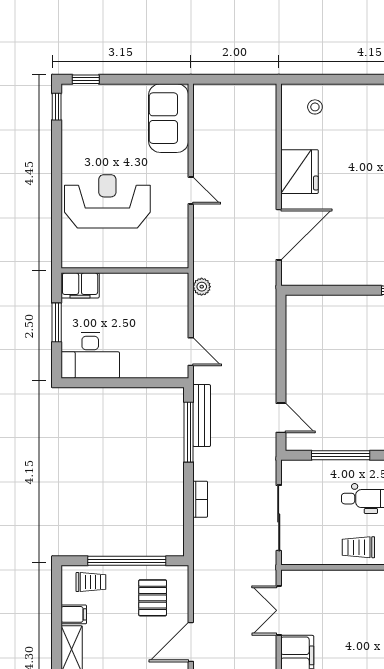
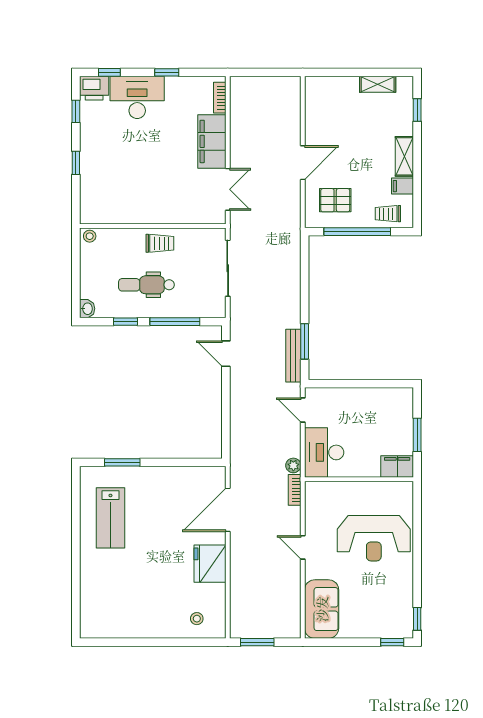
window: (244, 79) -> (257, 642), added
desk: (90, 355) -> (324, 452), moved, turned -90
window: (189, 432) -> (305, 341), width x0.69
bookcase: (200, 499) -> (295, 490), moved
pallet: (153, 598) -> (335, 200), turned 90

